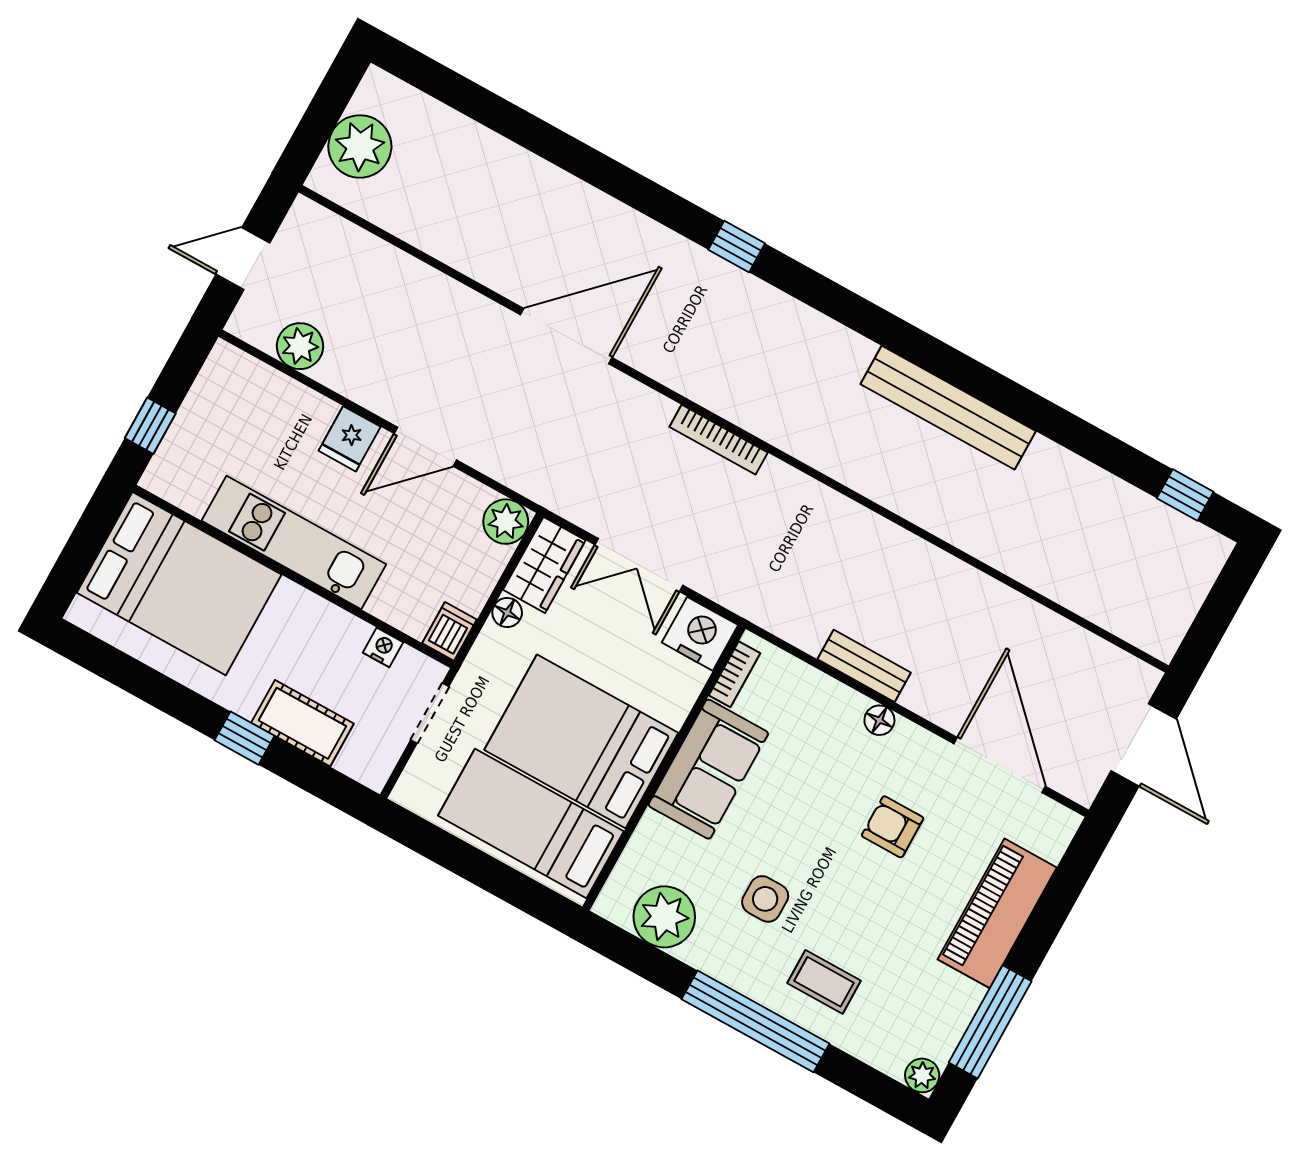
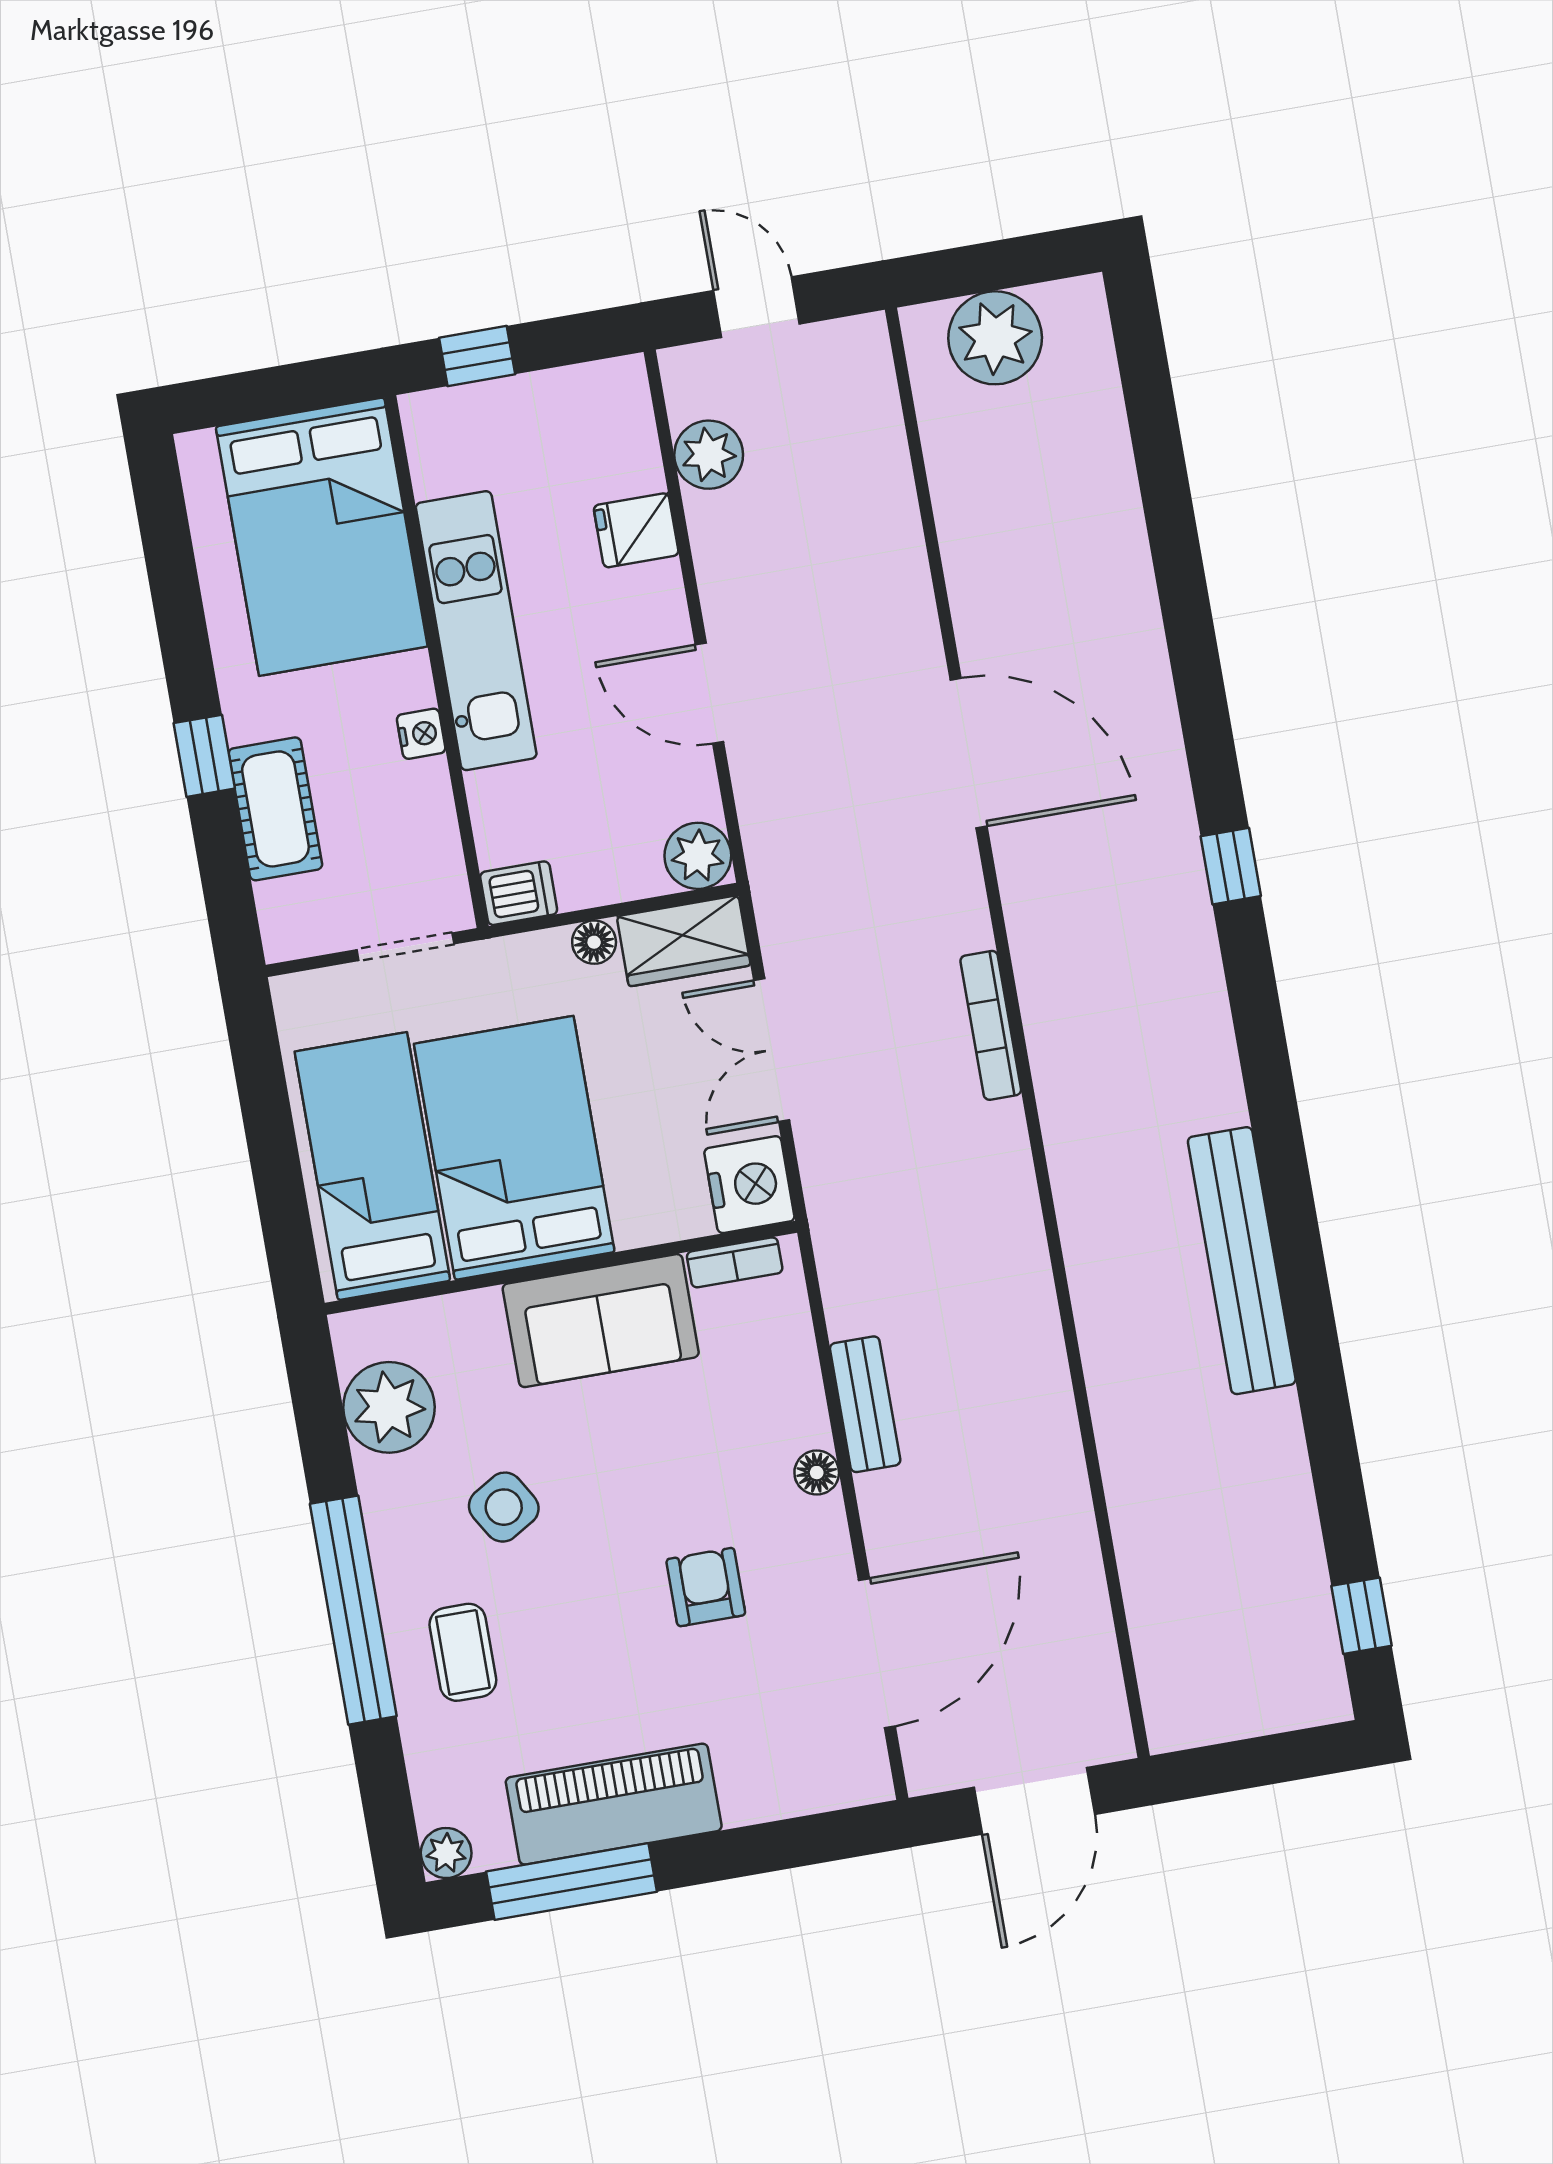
fridge: (350, 439) -> (636, 530), moved
nightstand: (383, 647) -> (421, 734), moved
side table: (765, 899) -> (504, 1507), turned -31
piano: (997, 913) -> (614, 1804), moved

